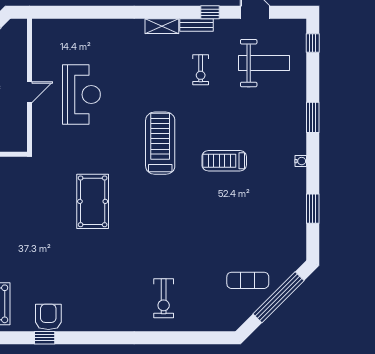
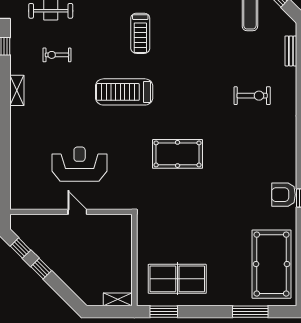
bench: (196, 25) -> (291, 51), moved
exercise bike: (201, 70) -> (57, 55), turned 180
exercise bike: (164, 298) -> (252, 96), moved

